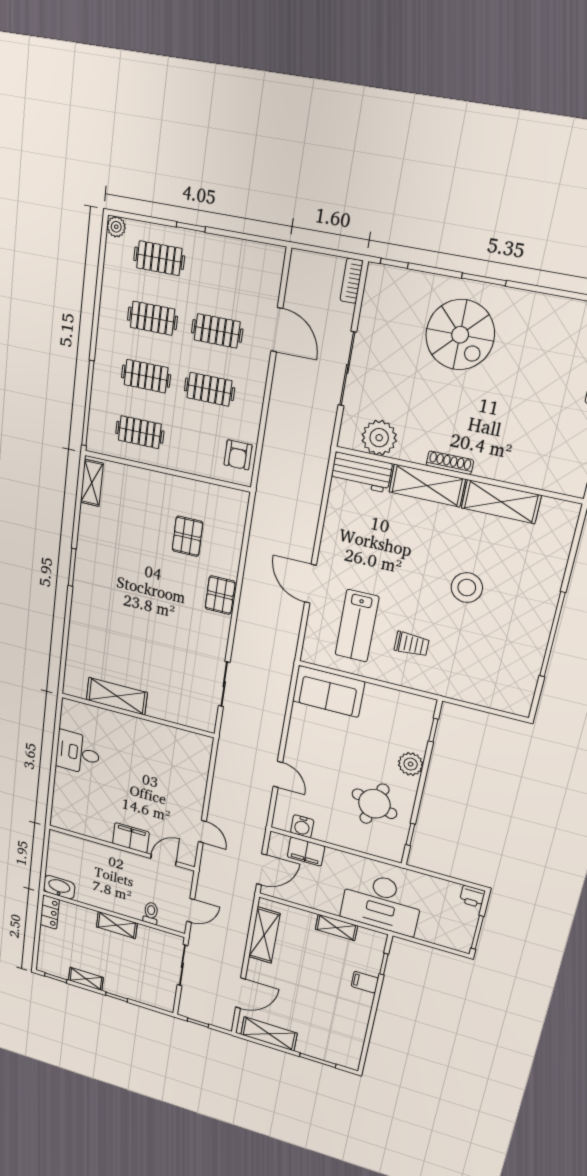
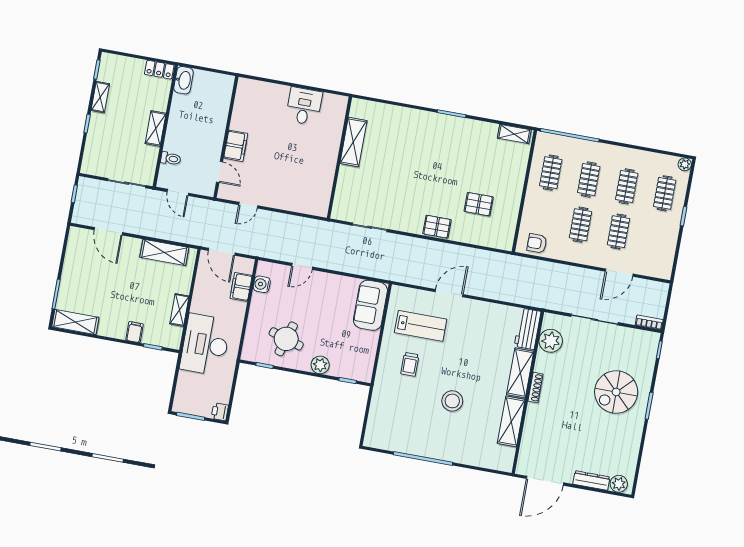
lab bench: (357, 626) -> (421, 326), turned 180
shelving: (269, 1034) -> (75, 322), moved, turned 90

